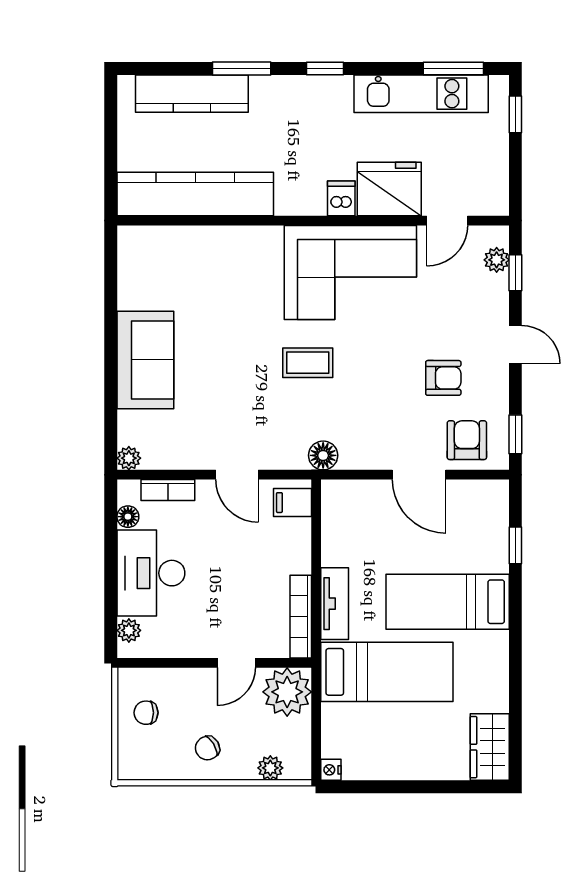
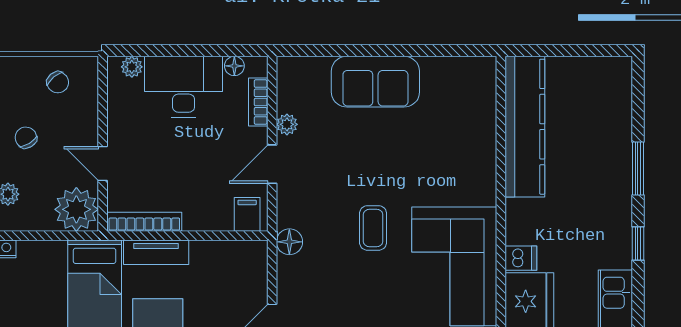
kitchen counter: (192, 94) -> (615, 124), removed
plant: (129, 458) -> (287, 124), moved
chair: (146, 713) -> (58, 82), turned 140

